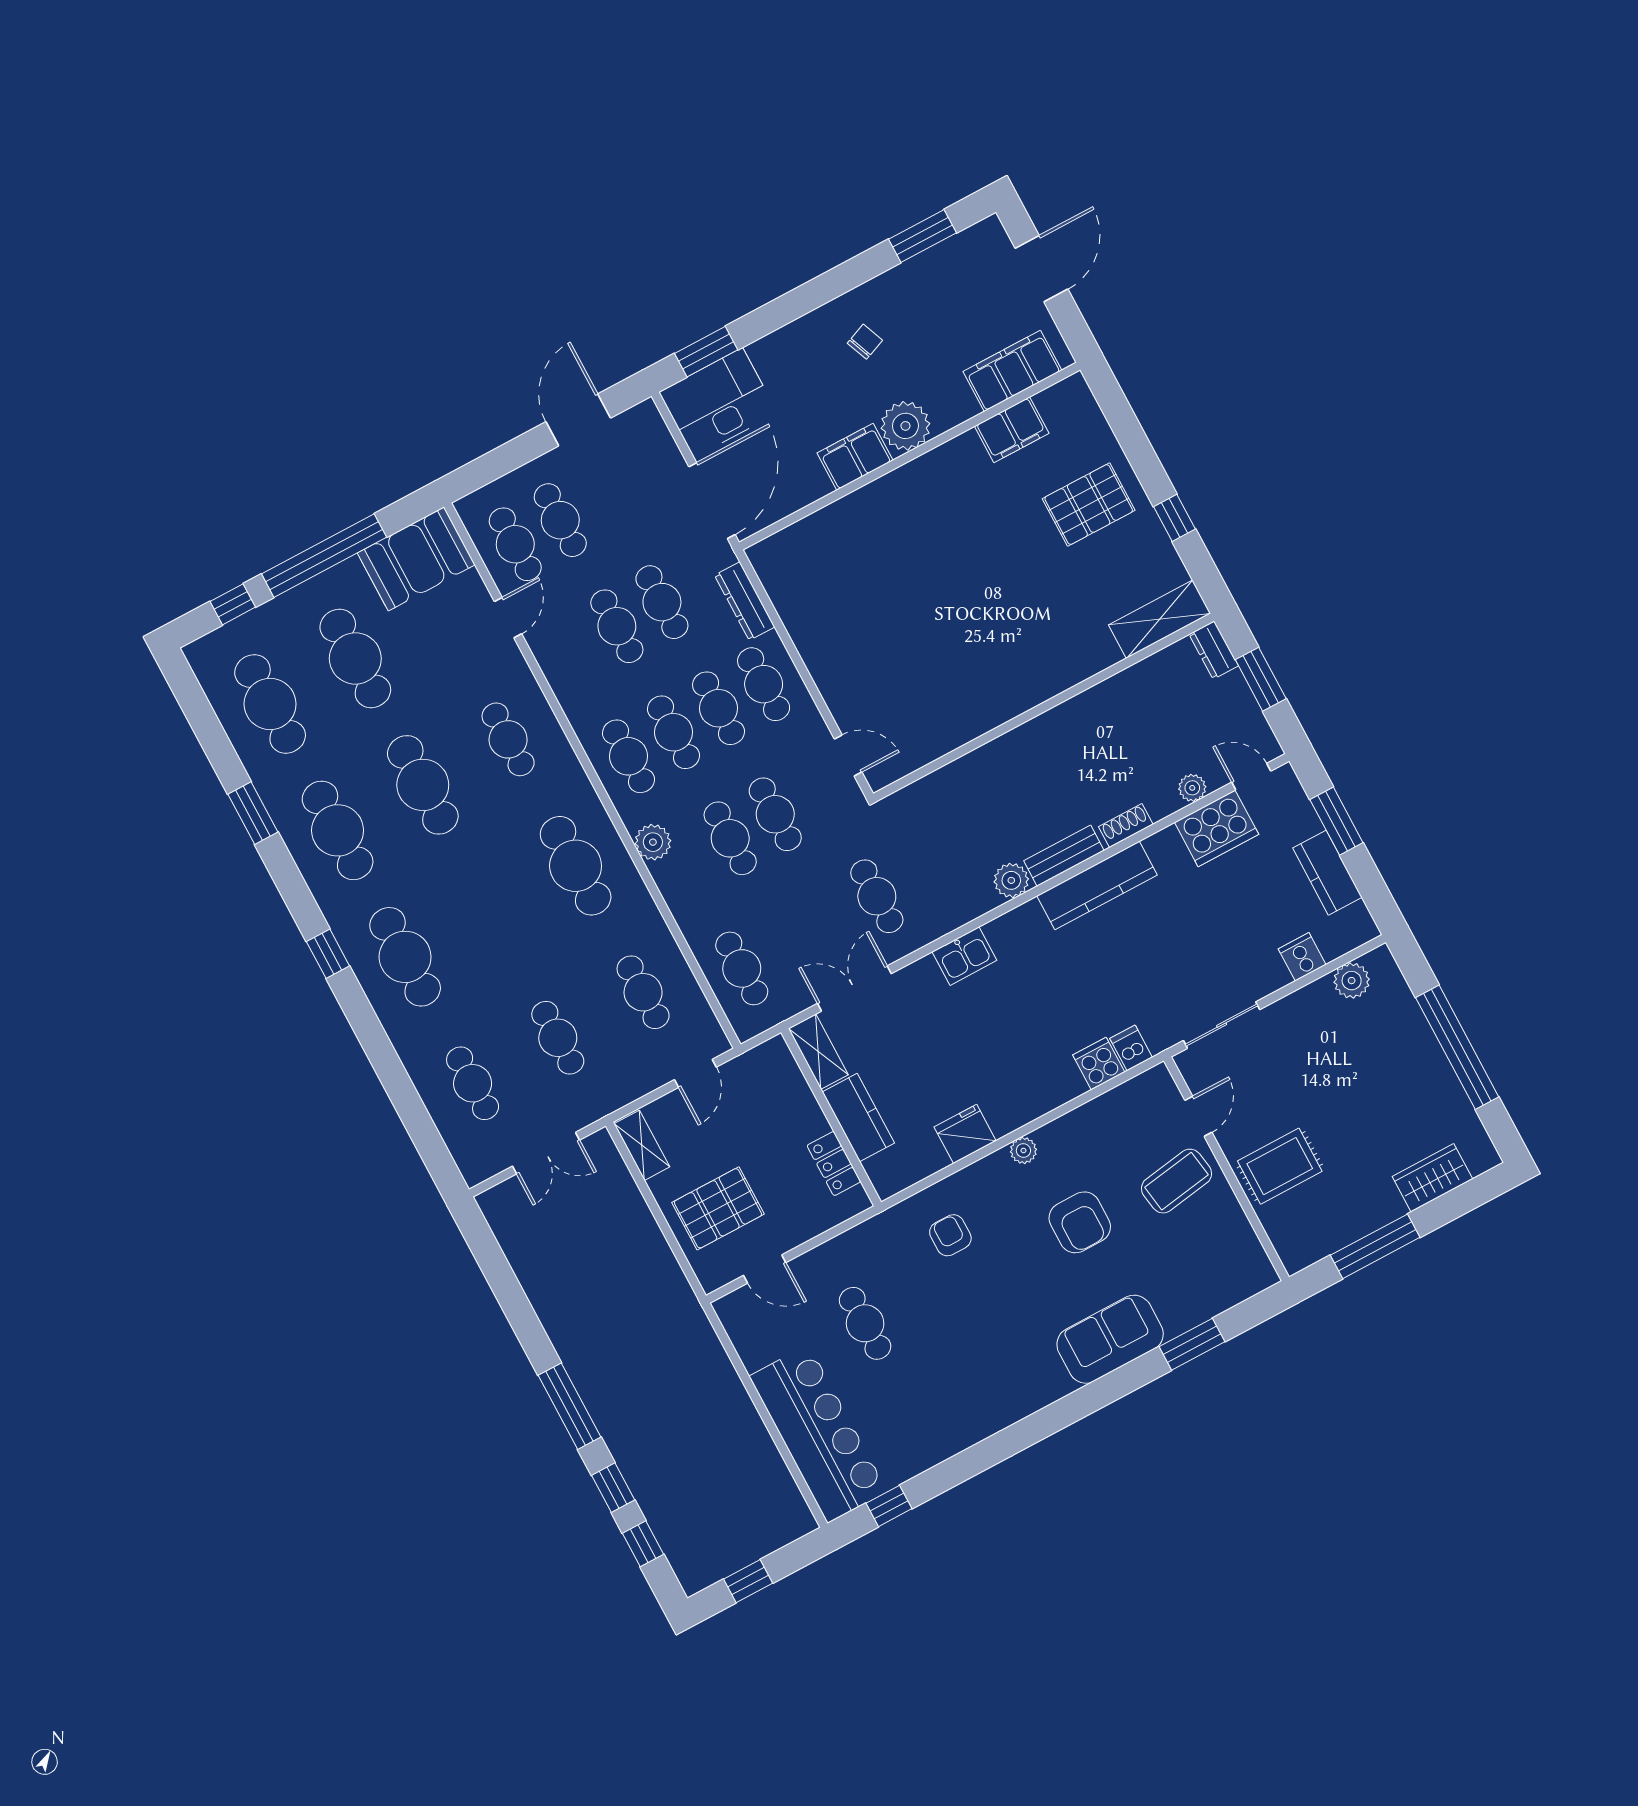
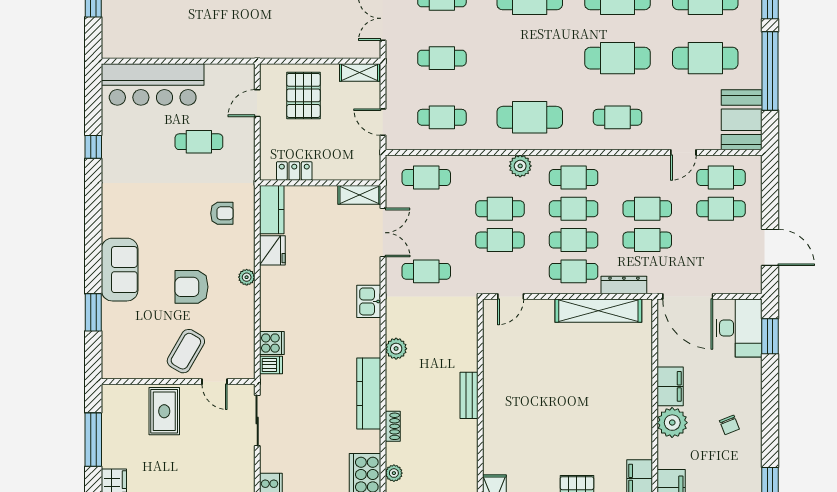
door: (508, 618) -> (683, 152), hinge flipped
shelving: (801, 618) -> (598, 311), added
bench: (1064, 856) -> (469, 395), moved
kitchen counter: (858, 1118) -> (272, 210), moved, turned -90
coffee table: (1177, 1181) -> (186, 351), turned 39
window: (889, 1506) -> (93, 147), moved

